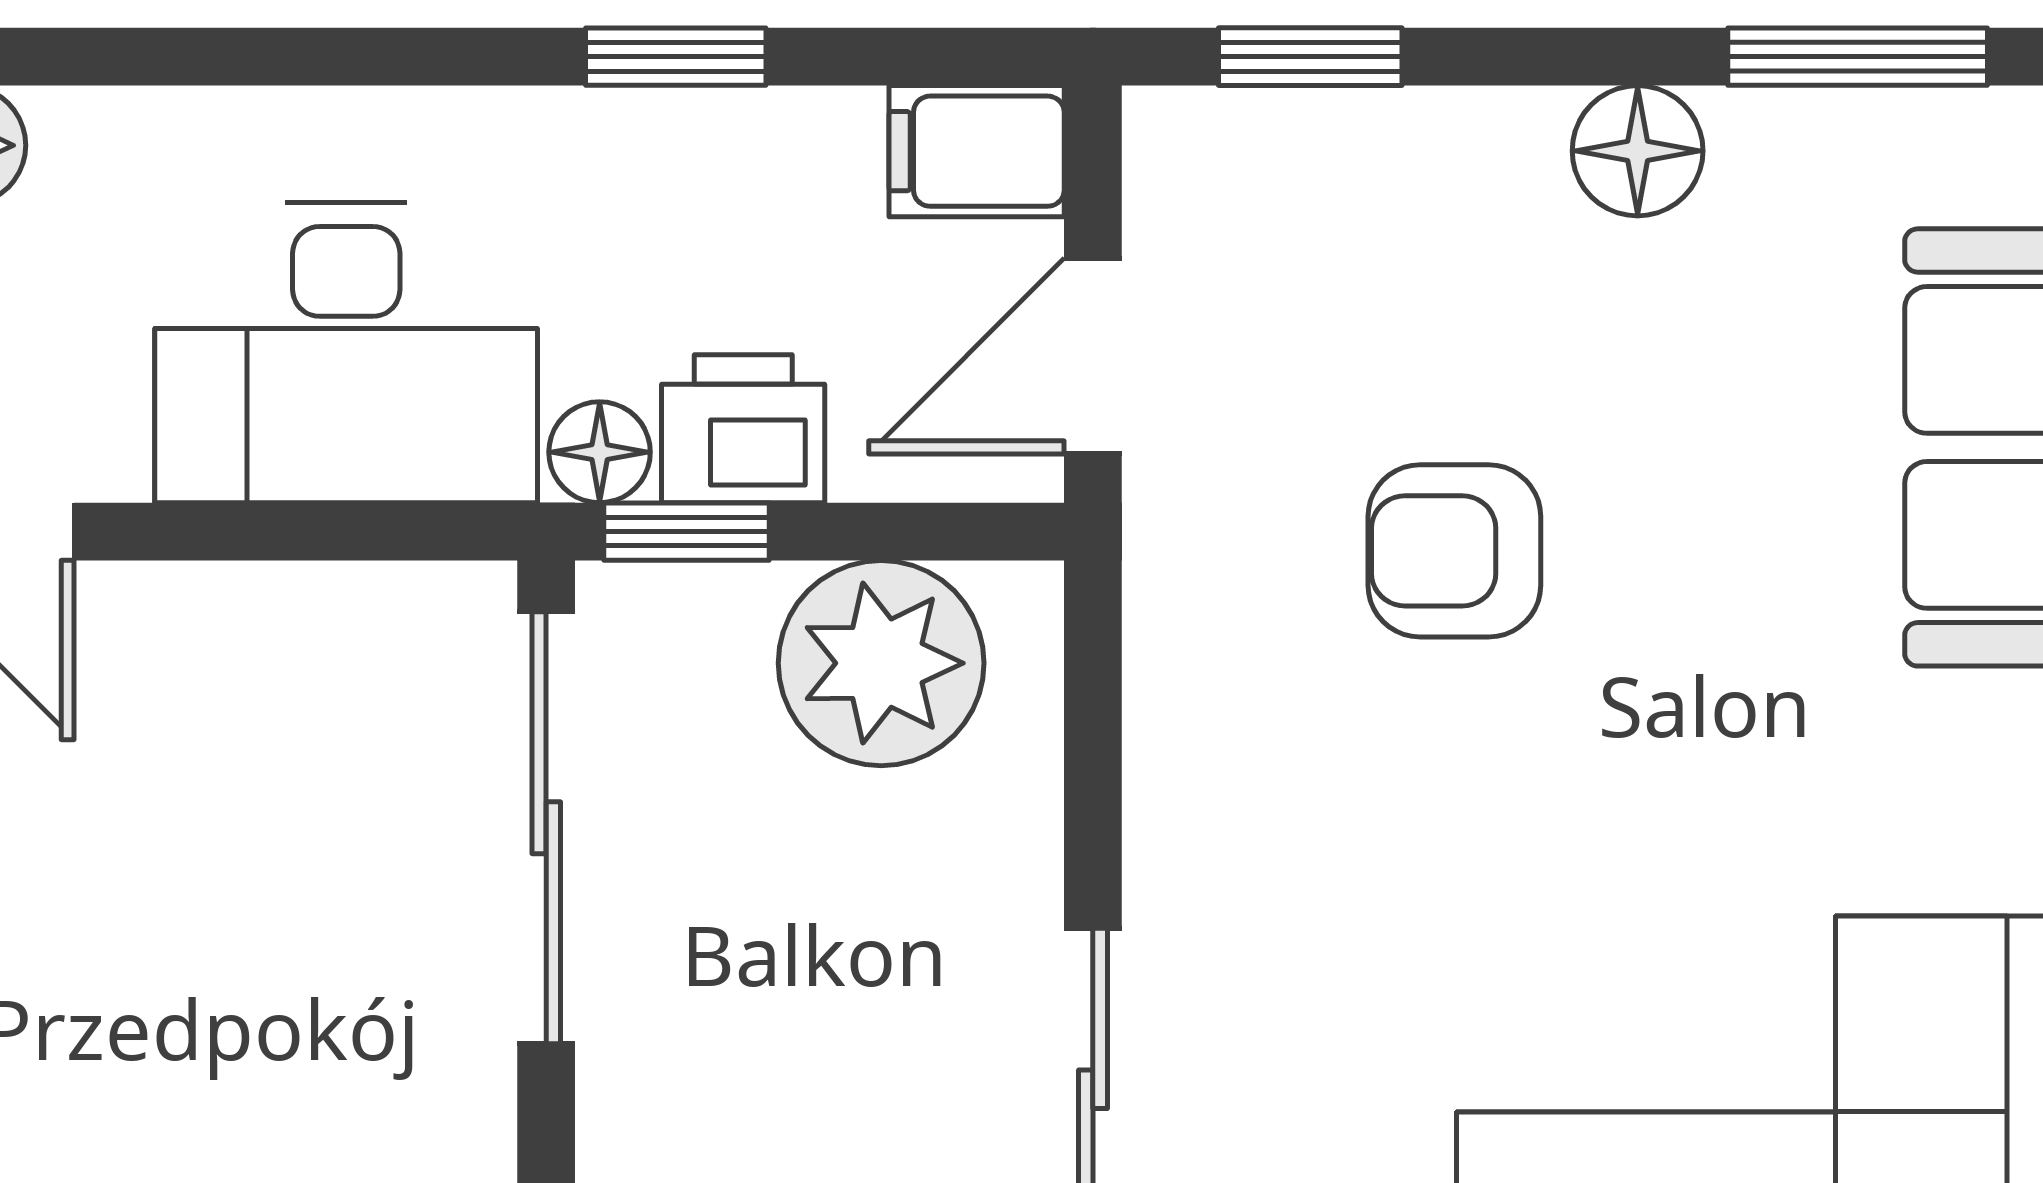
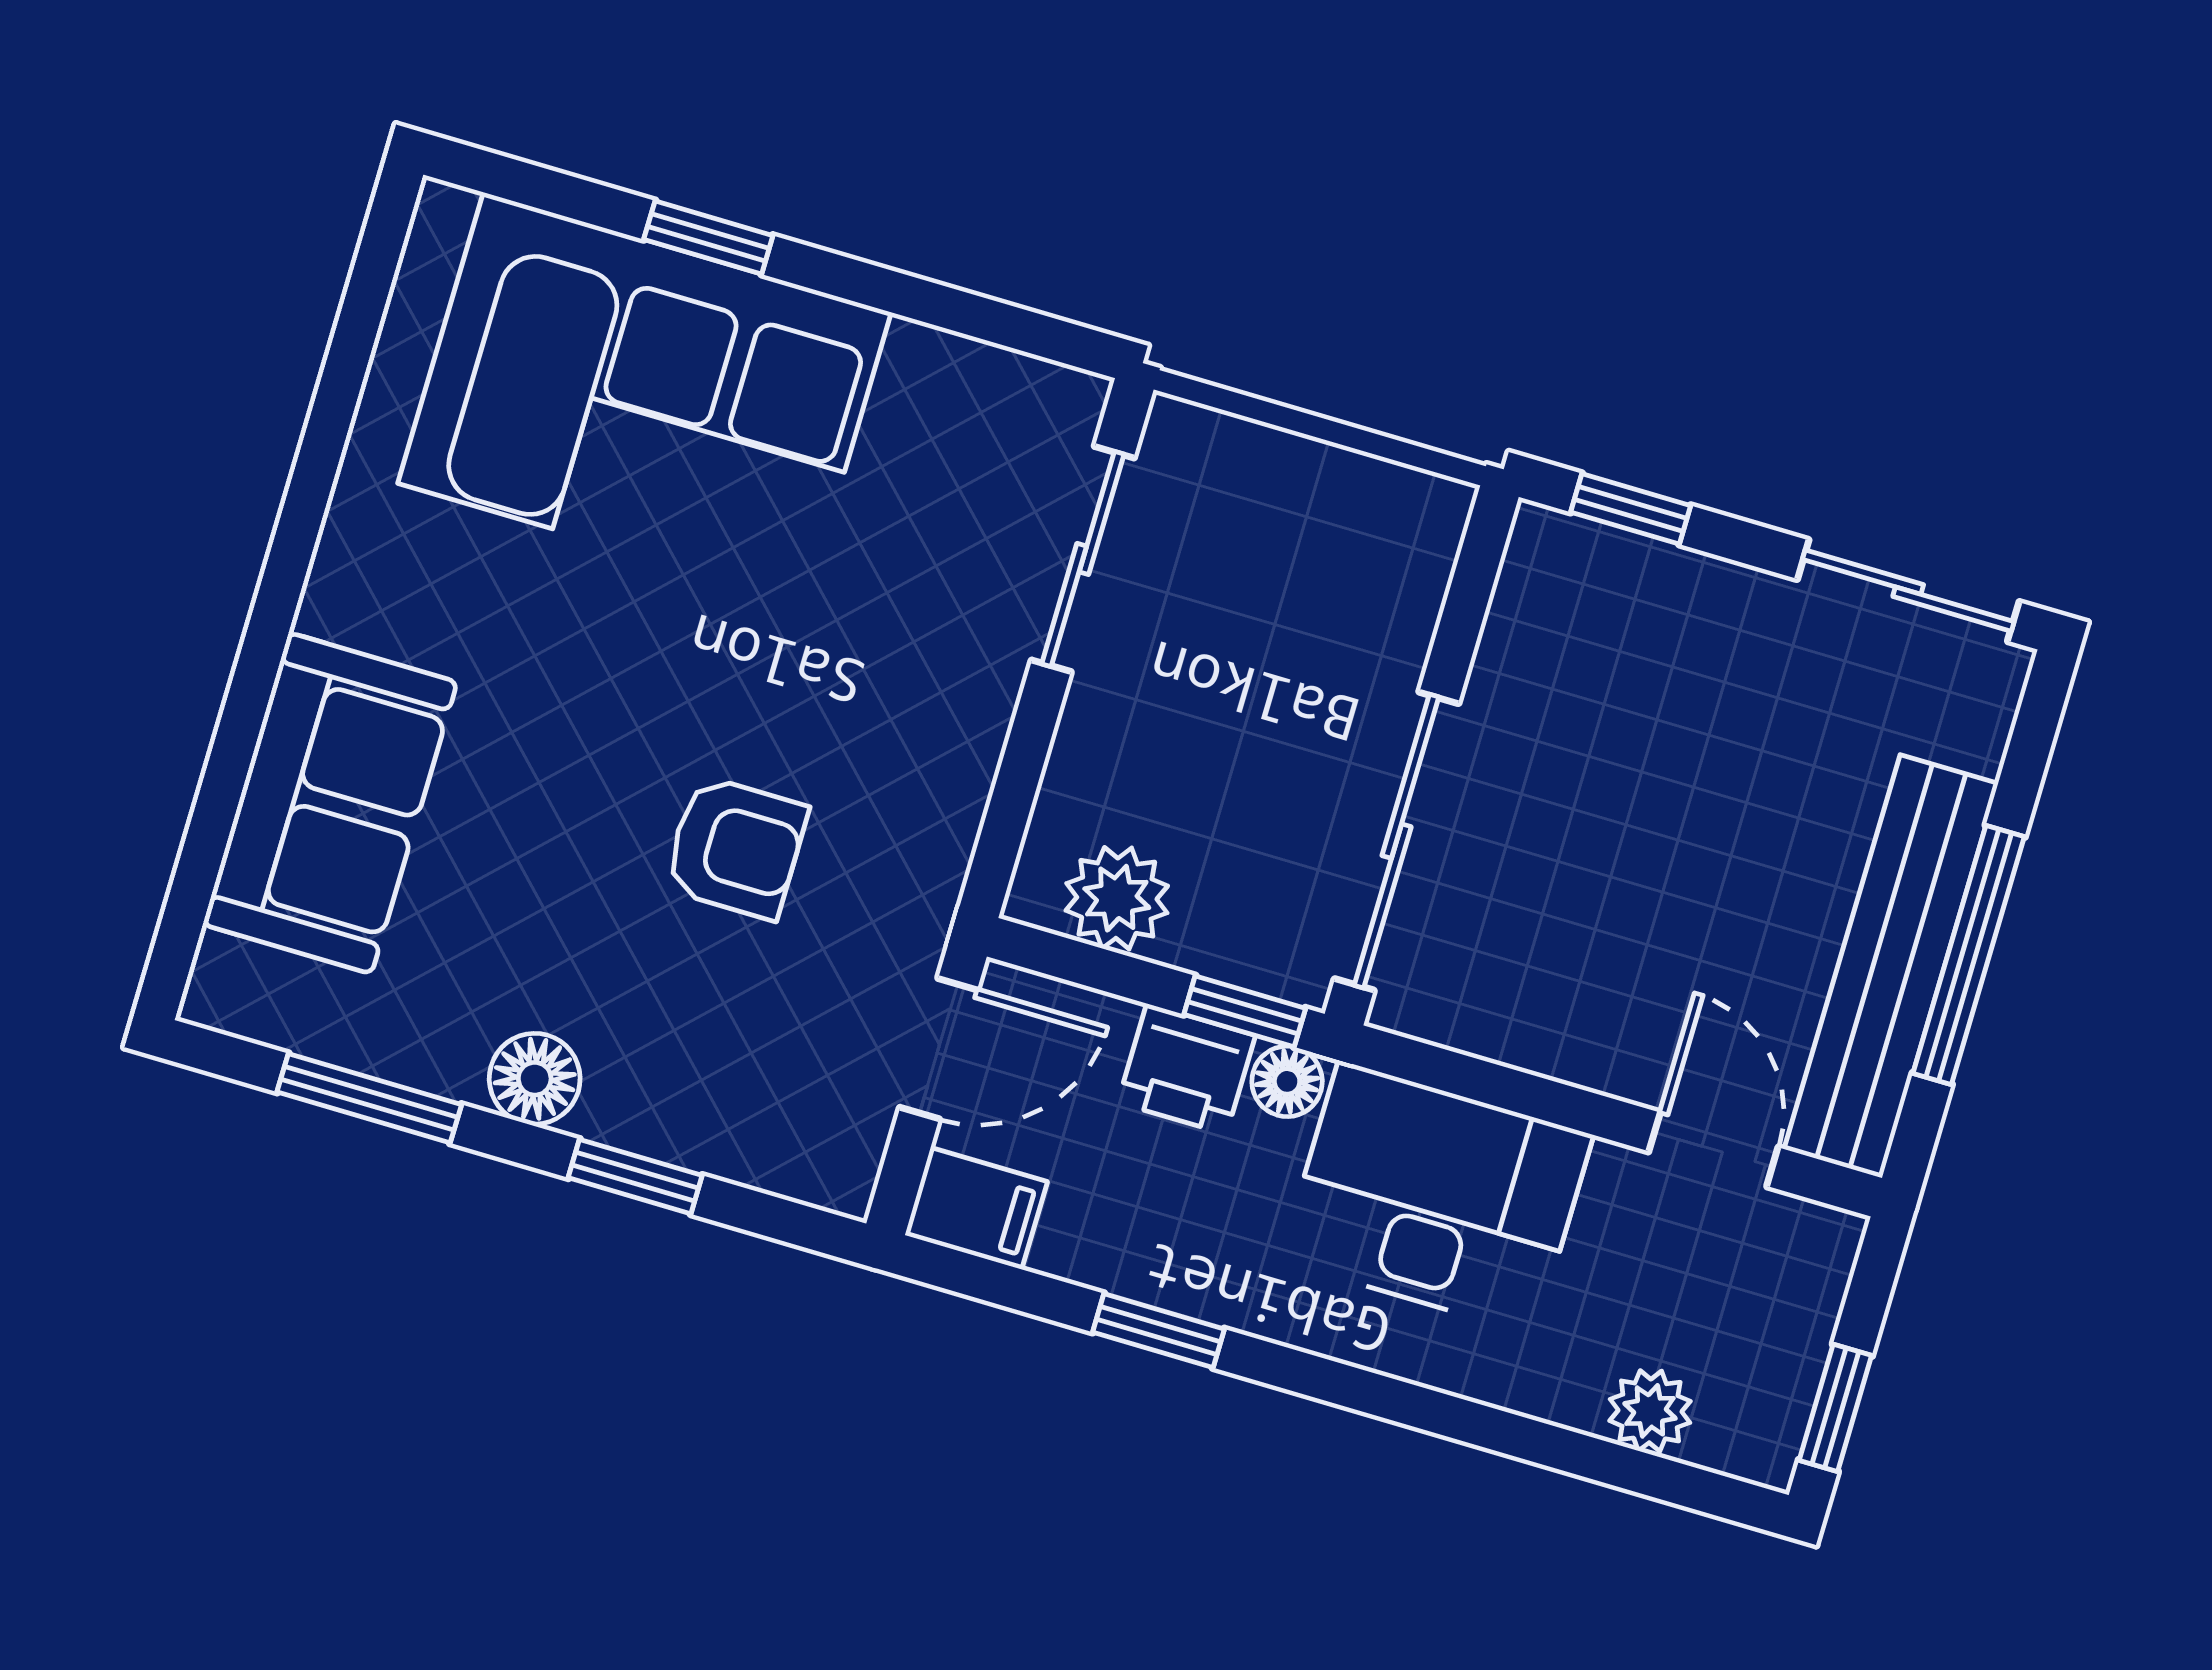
window: (1310, 57) -> (635, 1177), moved
plant: (881, 663) -> (1117, 898), width x0.73, depth x0.73

